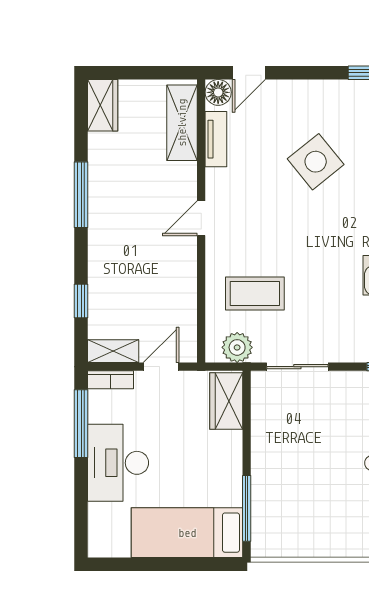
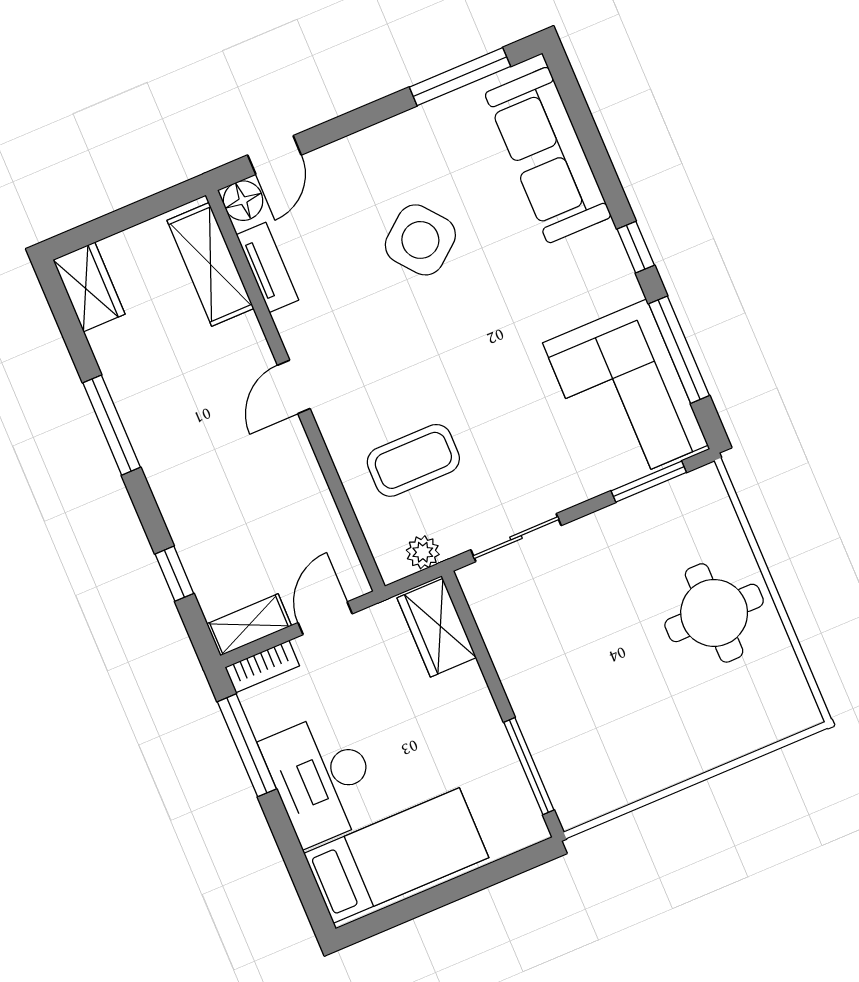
plant: (237, 347) -> (423, 552), width x0.73, depth x0.73
bed: (187, 533) -> (396, 856), moved, turned 180

